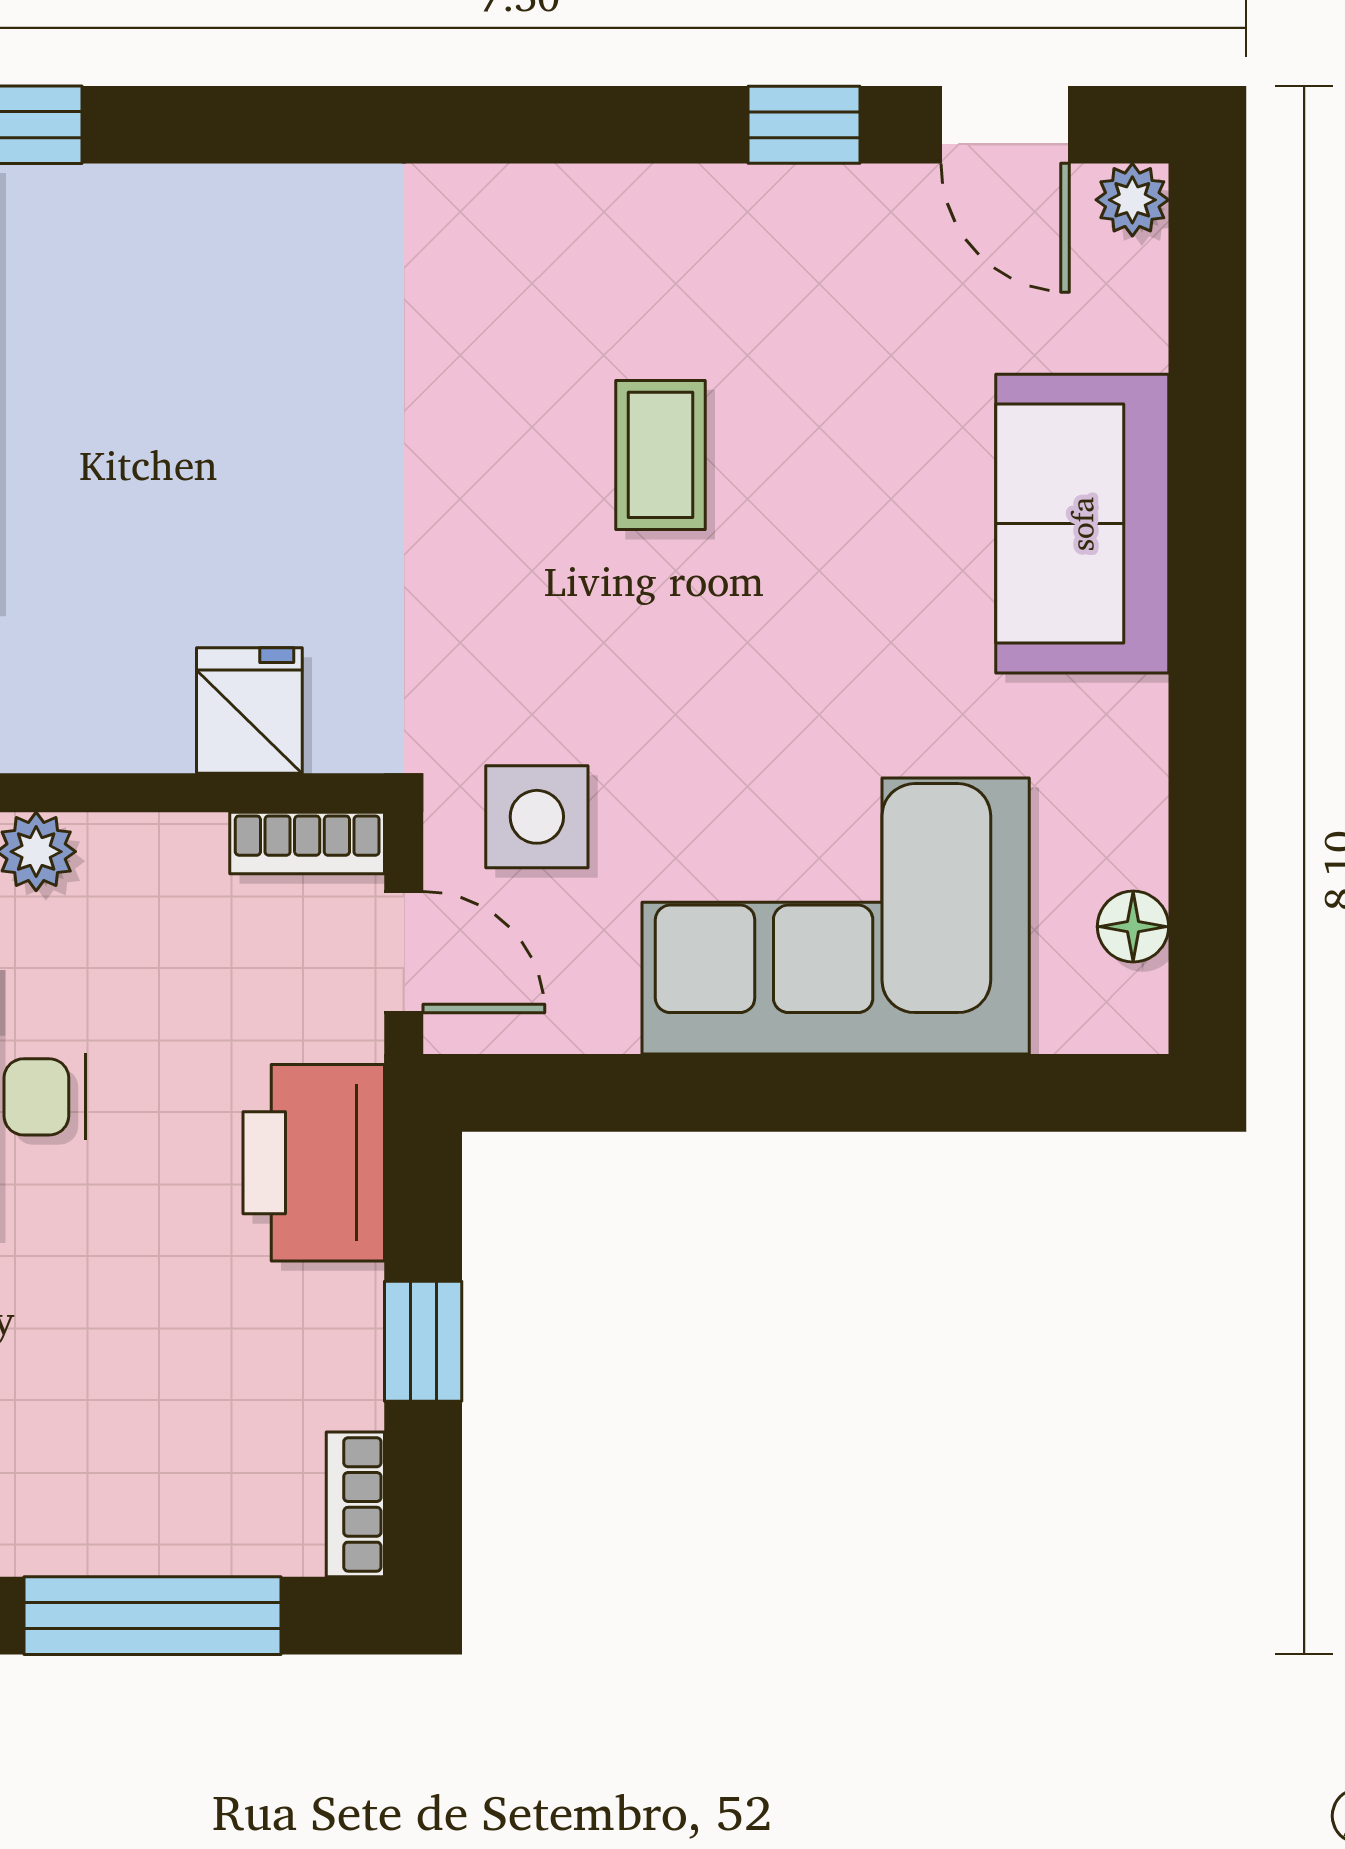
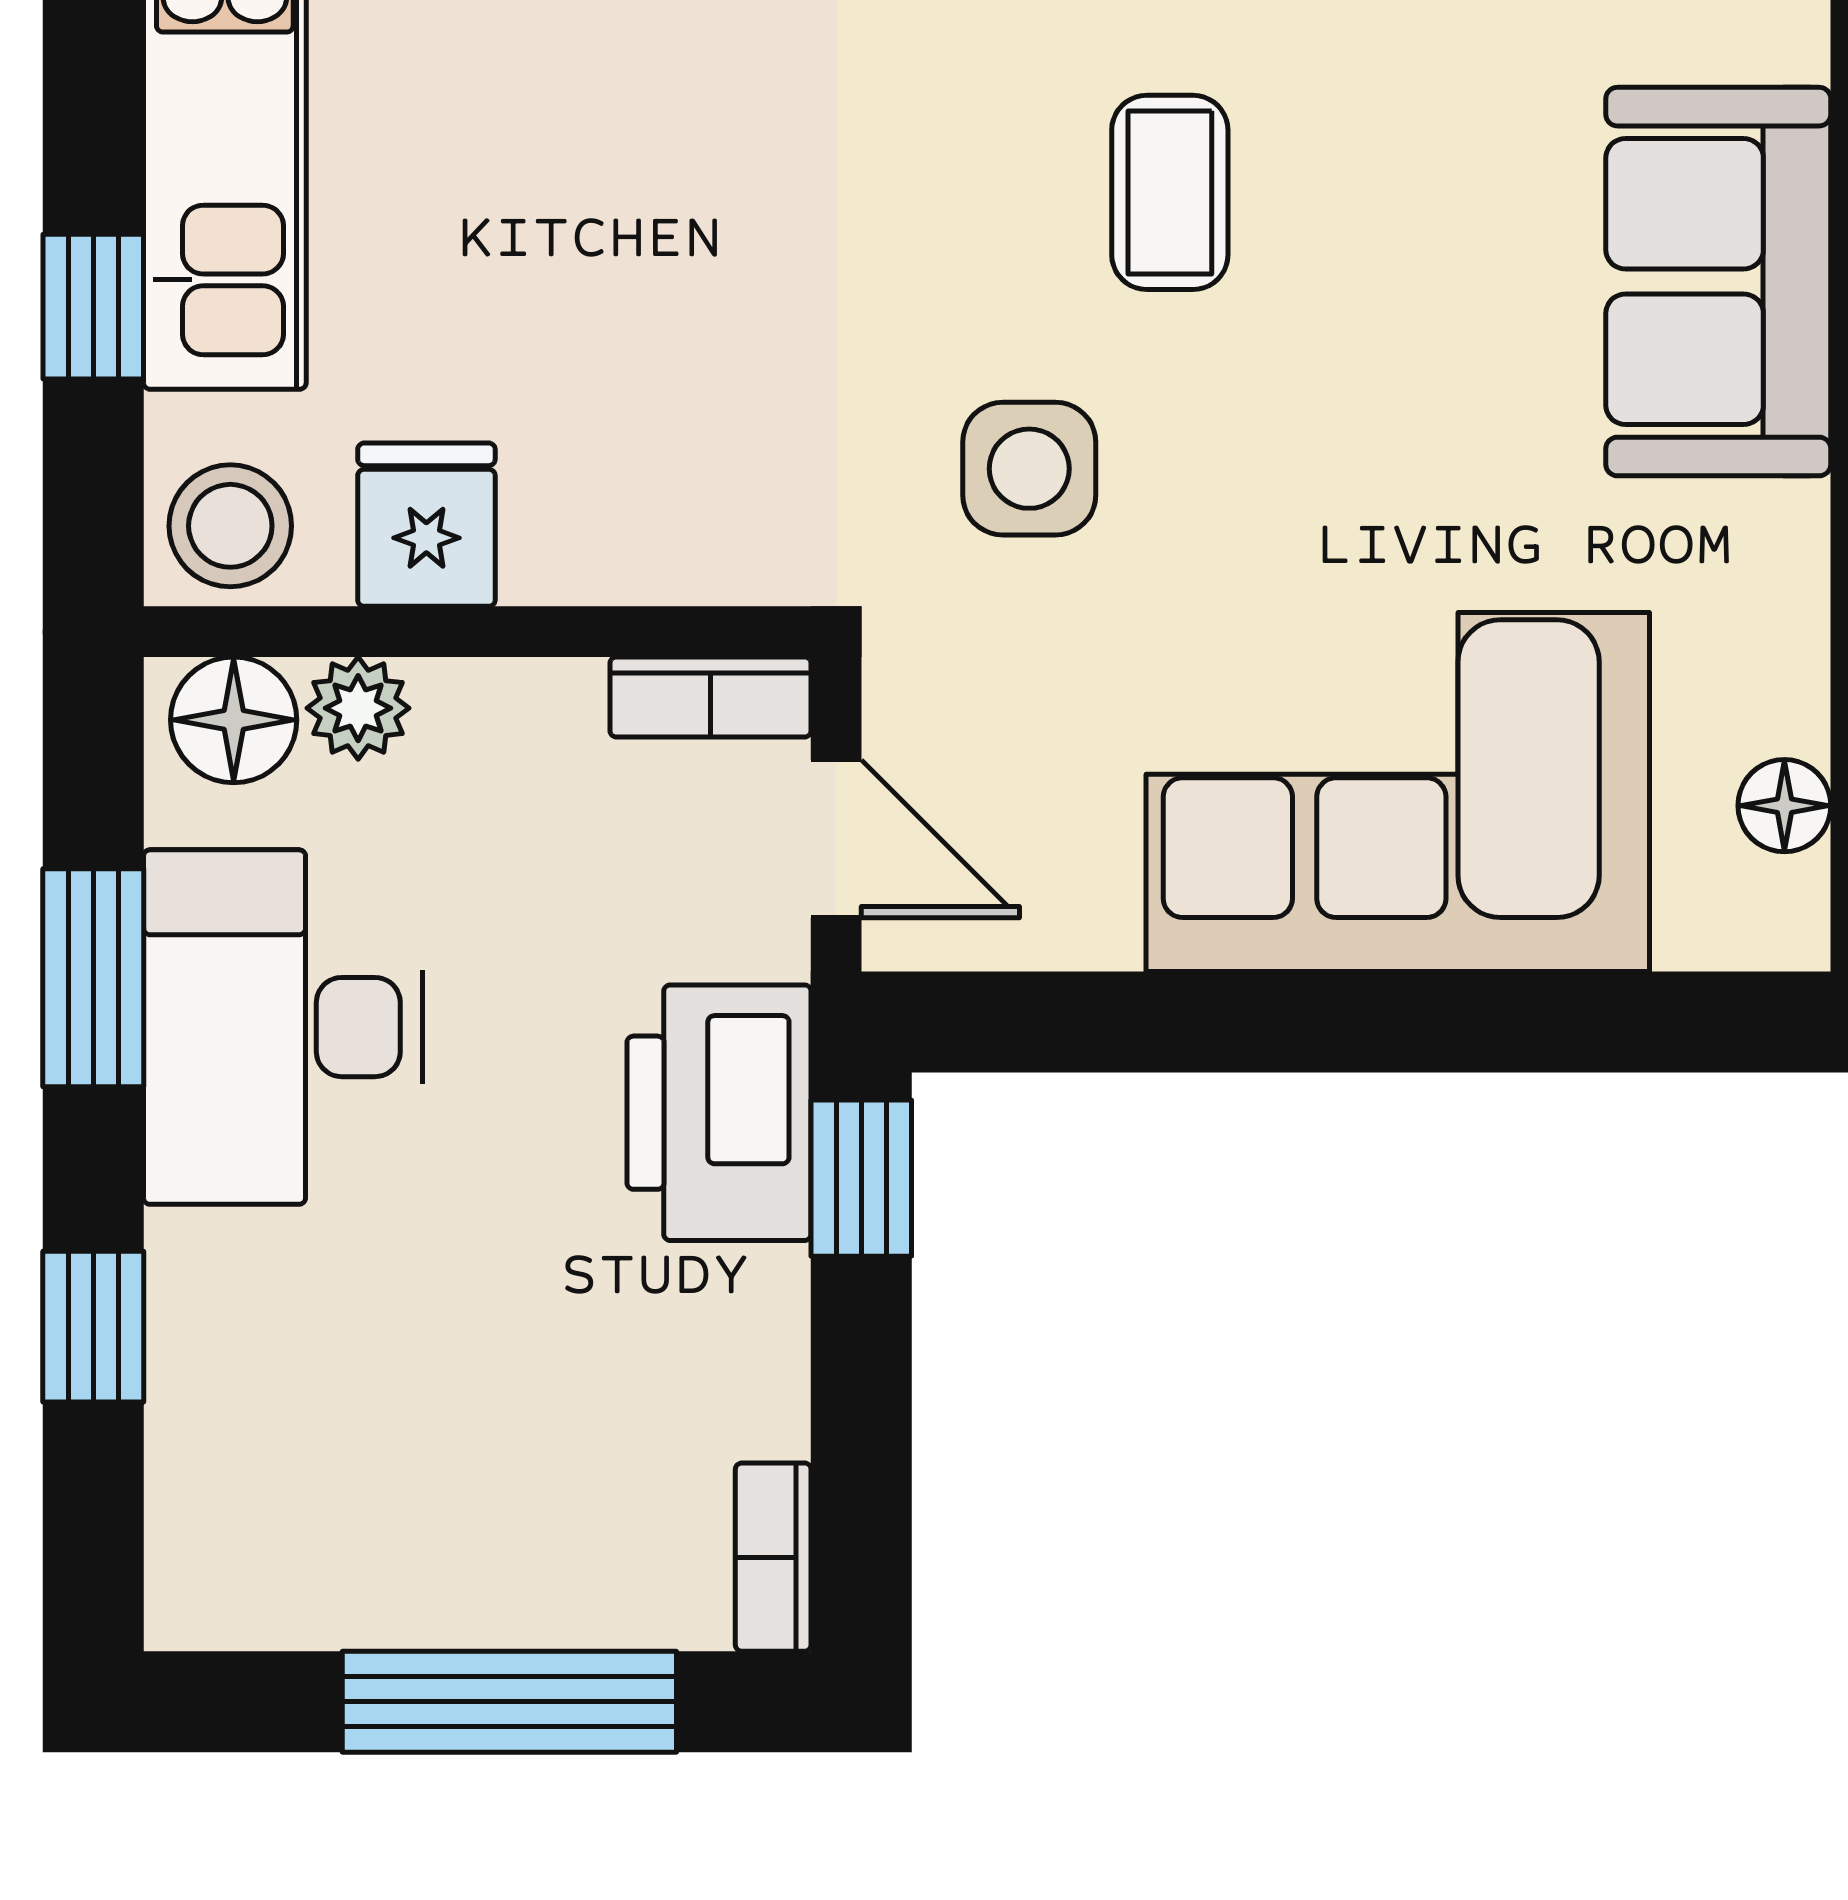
fridge: (249, 710) -> (426, 525), moved
side table: (537, 817) -> (1029, 469), moved
window: (423, 1341) -> (861, 1178), moved

